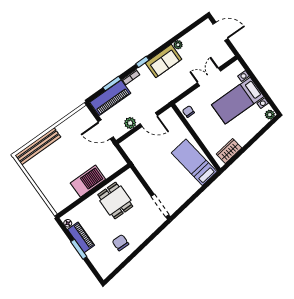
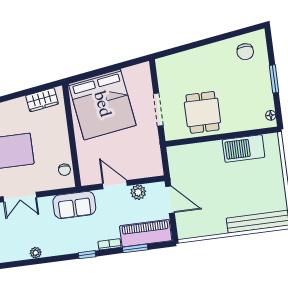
sofa: (163, 61) -> (74, 205), moved, turned 180
bed: (194, 162) -> (102, 104), width x2.04
barbecue: (88, 181) -> (244, 148), moved
doorway: (160, 206) -> (158, 109), moved
piano: (81, 237) -> (264, 91), removed
chair: (120, 243) -> (245, 52), moved

